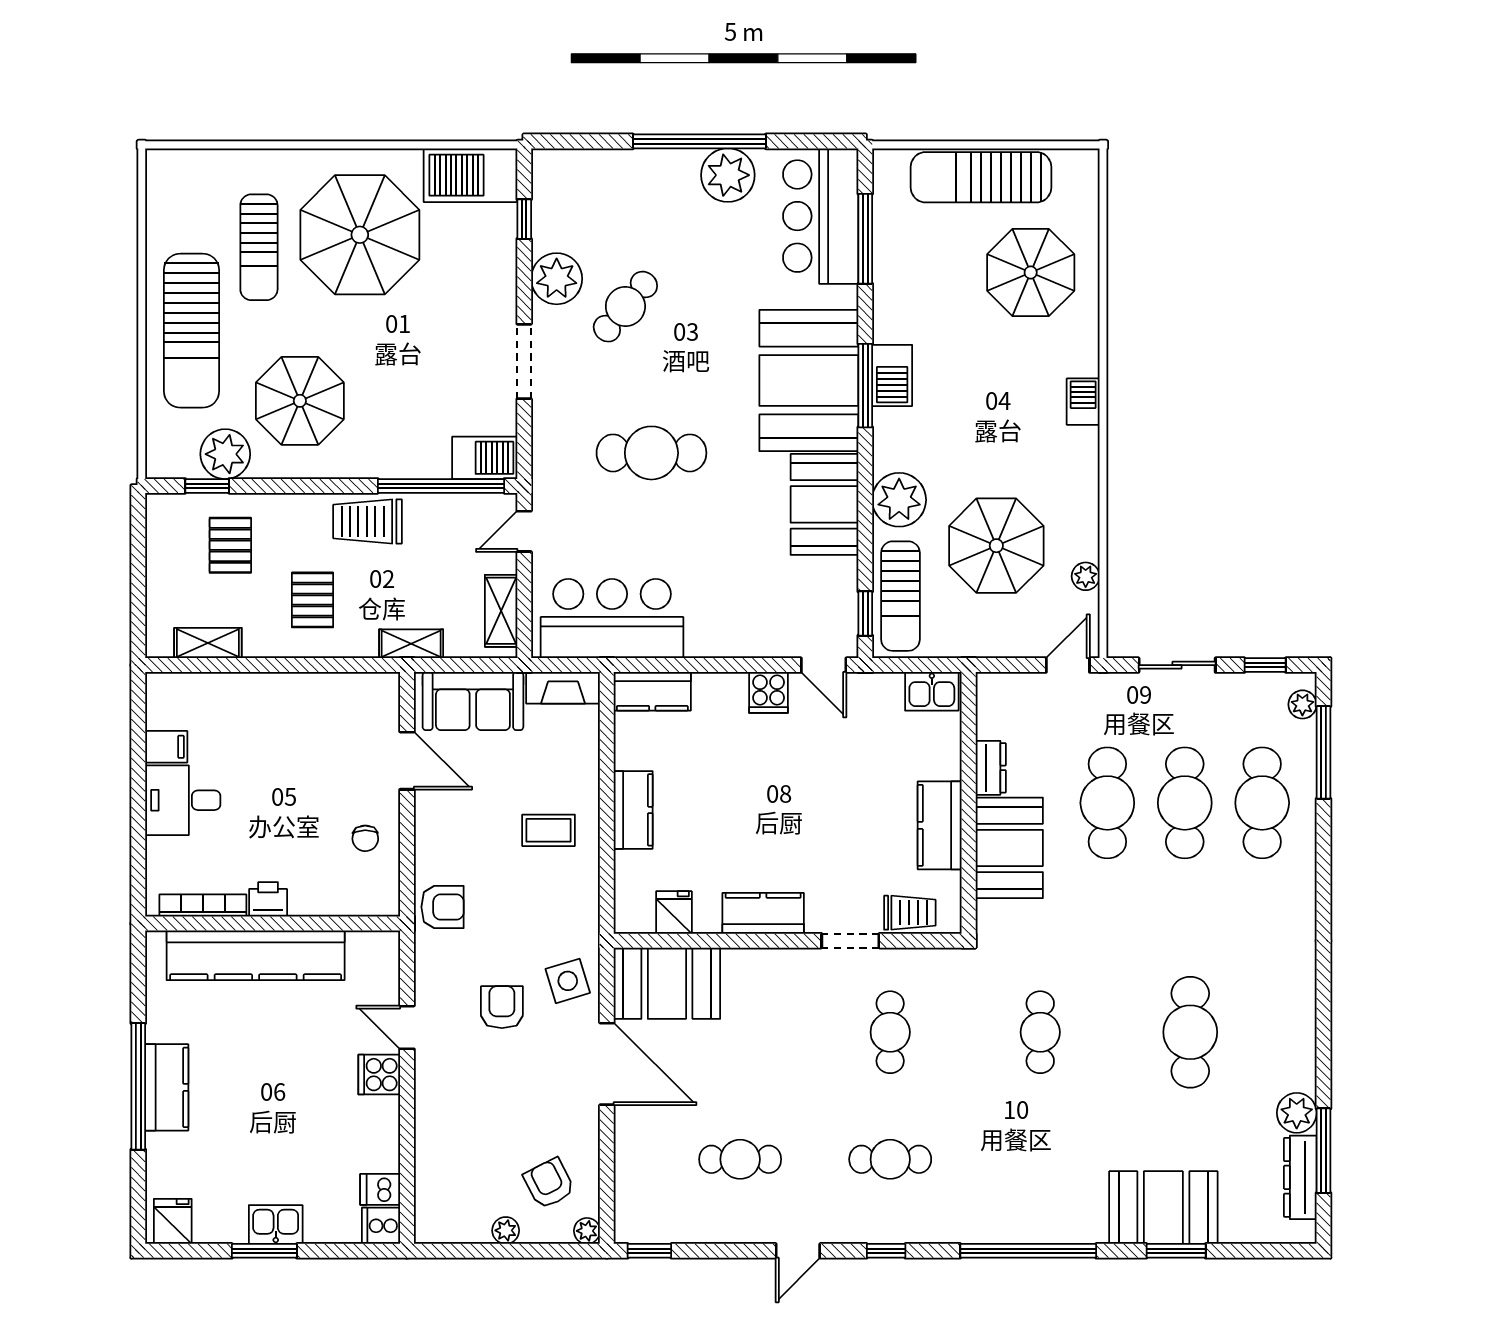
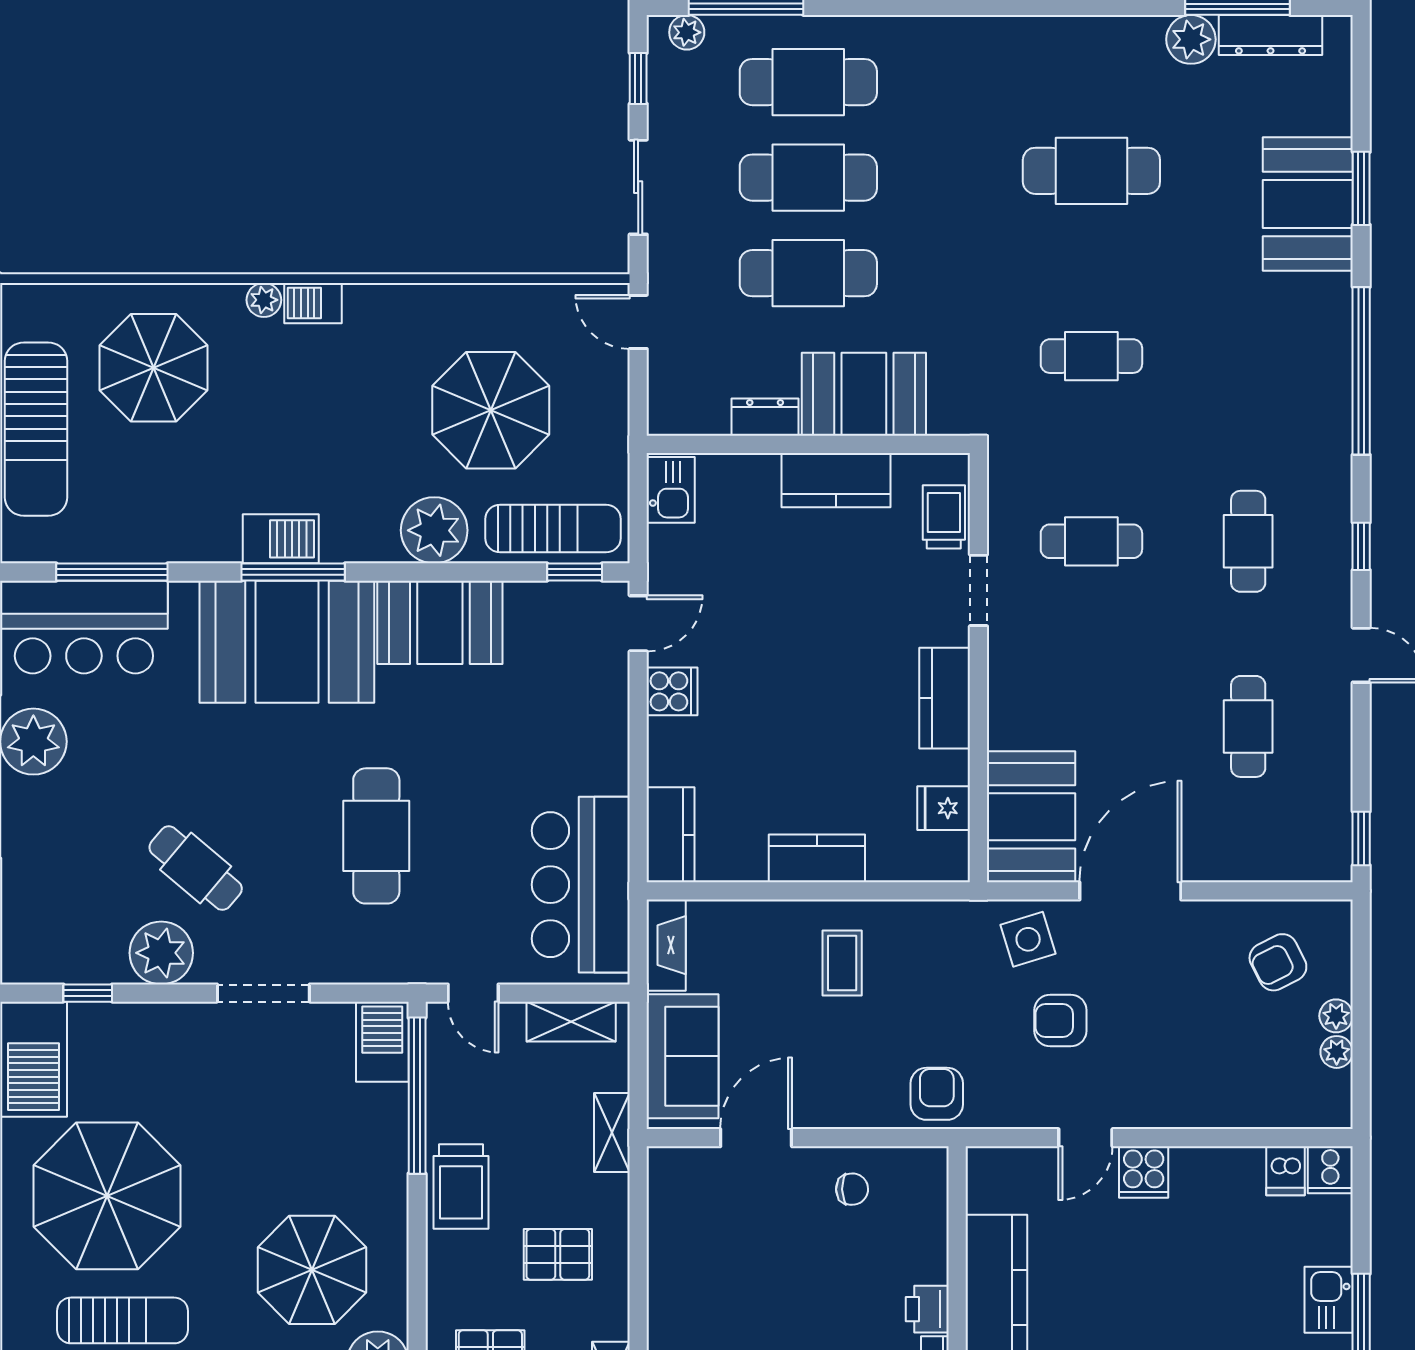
plant: (1086, 576) -> (264, 300), moved
plant: (587, 1231) -> (1337, 1052), moved

